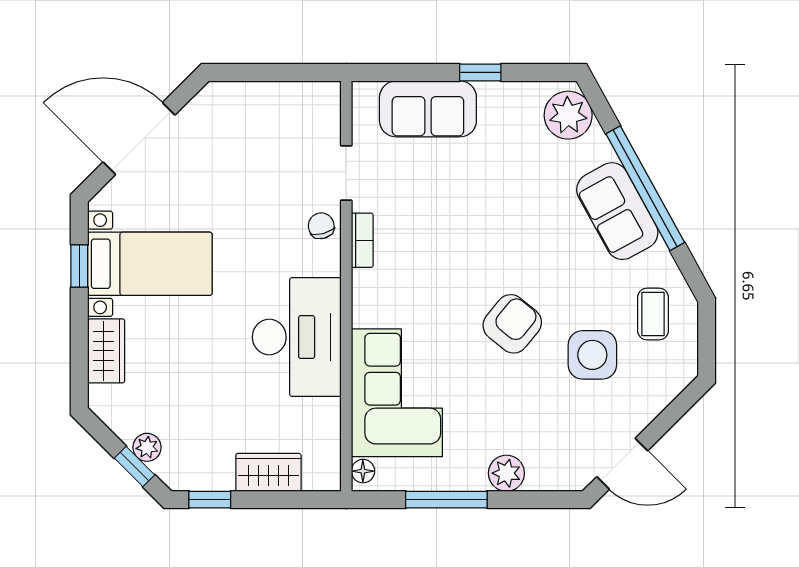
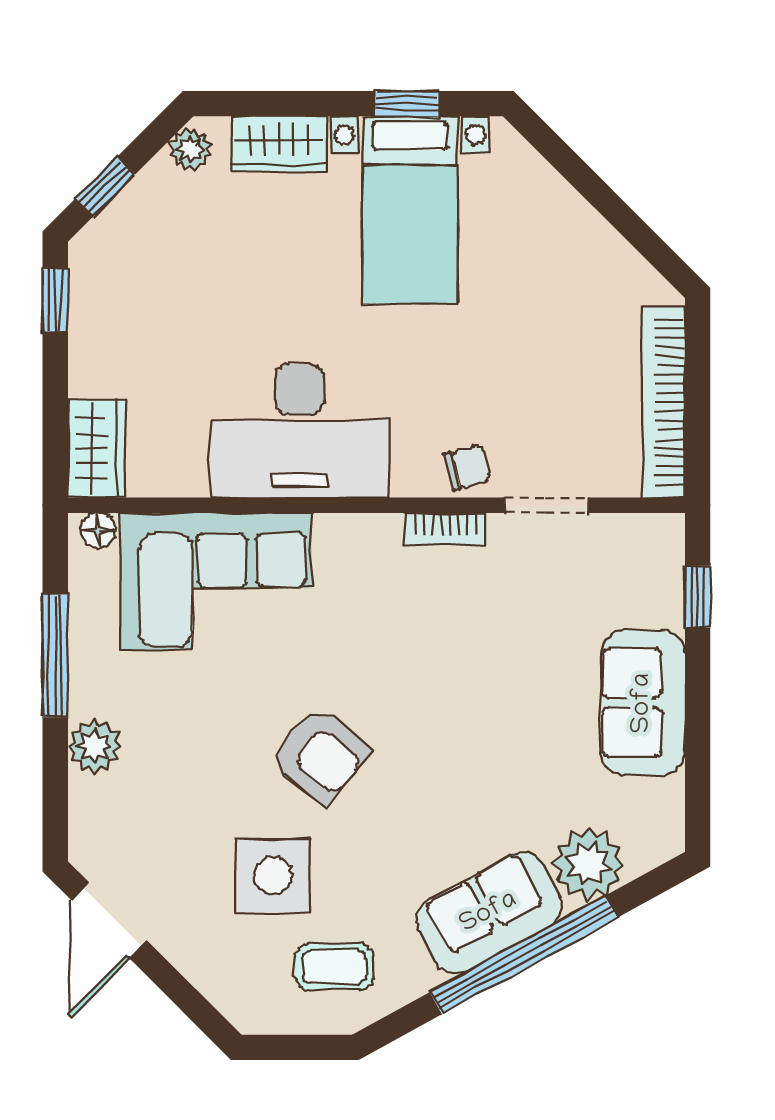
window: (480, 72) -> (698, 597), moved
bookcase: (278, 95) -> (663, 402), added
sofa: (428, 109) -> (643, 703), moved
plant: (568, 115) -> (588, 864), moved
door: (139, 139) -> (598, 194), removed
plant: (147, 447) -> (190, 149), moved
wardrobe: (268, 472) -> (96, 449), moved

